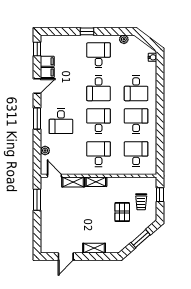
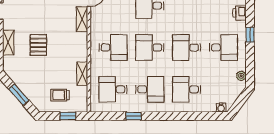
printer: (67, 41) -> (240, 13), added
desk: (99, 121) -> (150, 48), turned 180
window: (160, 136) -> (134, 116), added
desk: (136, 154) -> (113, 89), turned 180
shelving: (96, 182) -> (82, 74), moved
pallet: (122, 212) -> (38, 45), moved, turned 90

